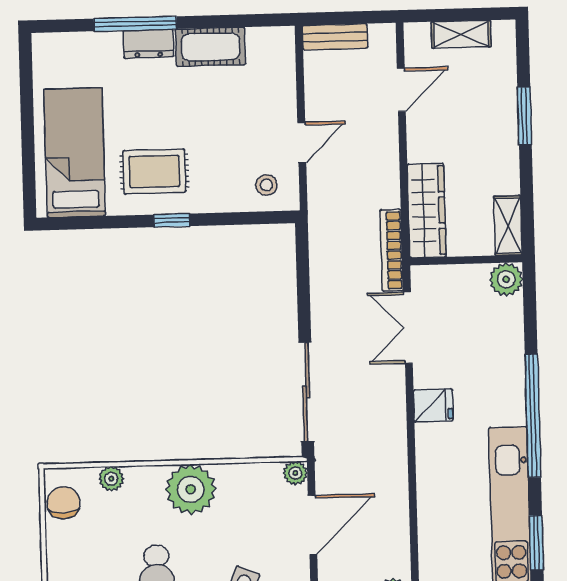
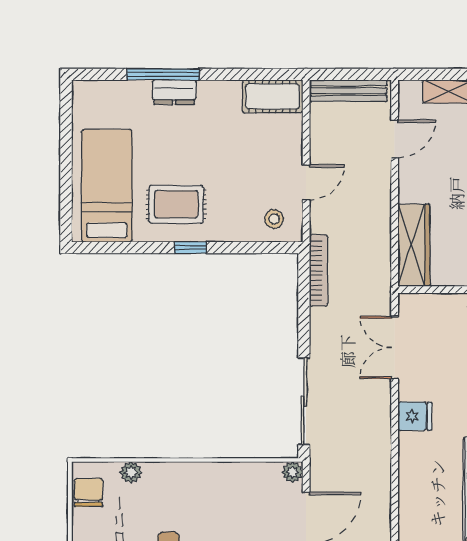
bench: (335, 37) -> (348, 91), width x1.36
cot: (210, 47) -> (273, 96), moved
bookcase: (392, 250) -> (319, 270), moved, turned 180
plant: (191, 489) -> (200, 484), removed

